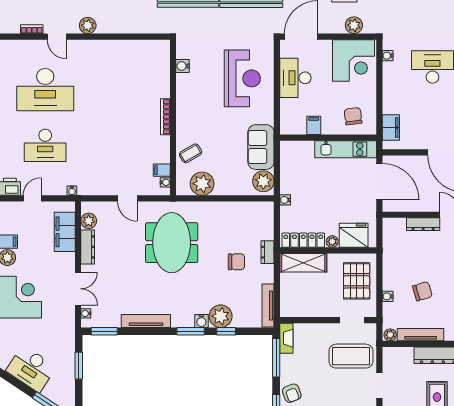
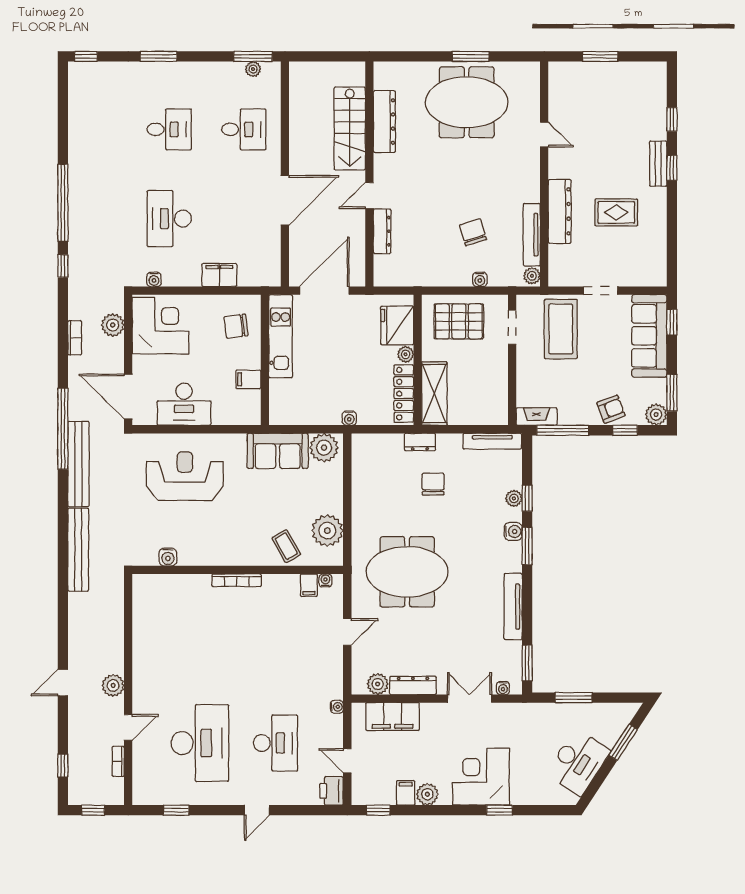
filing cabinet: (391, 128) -> (219, 275), moved
plant: (221, 316) -> (514, 498), width x0.53, depth x0.53

